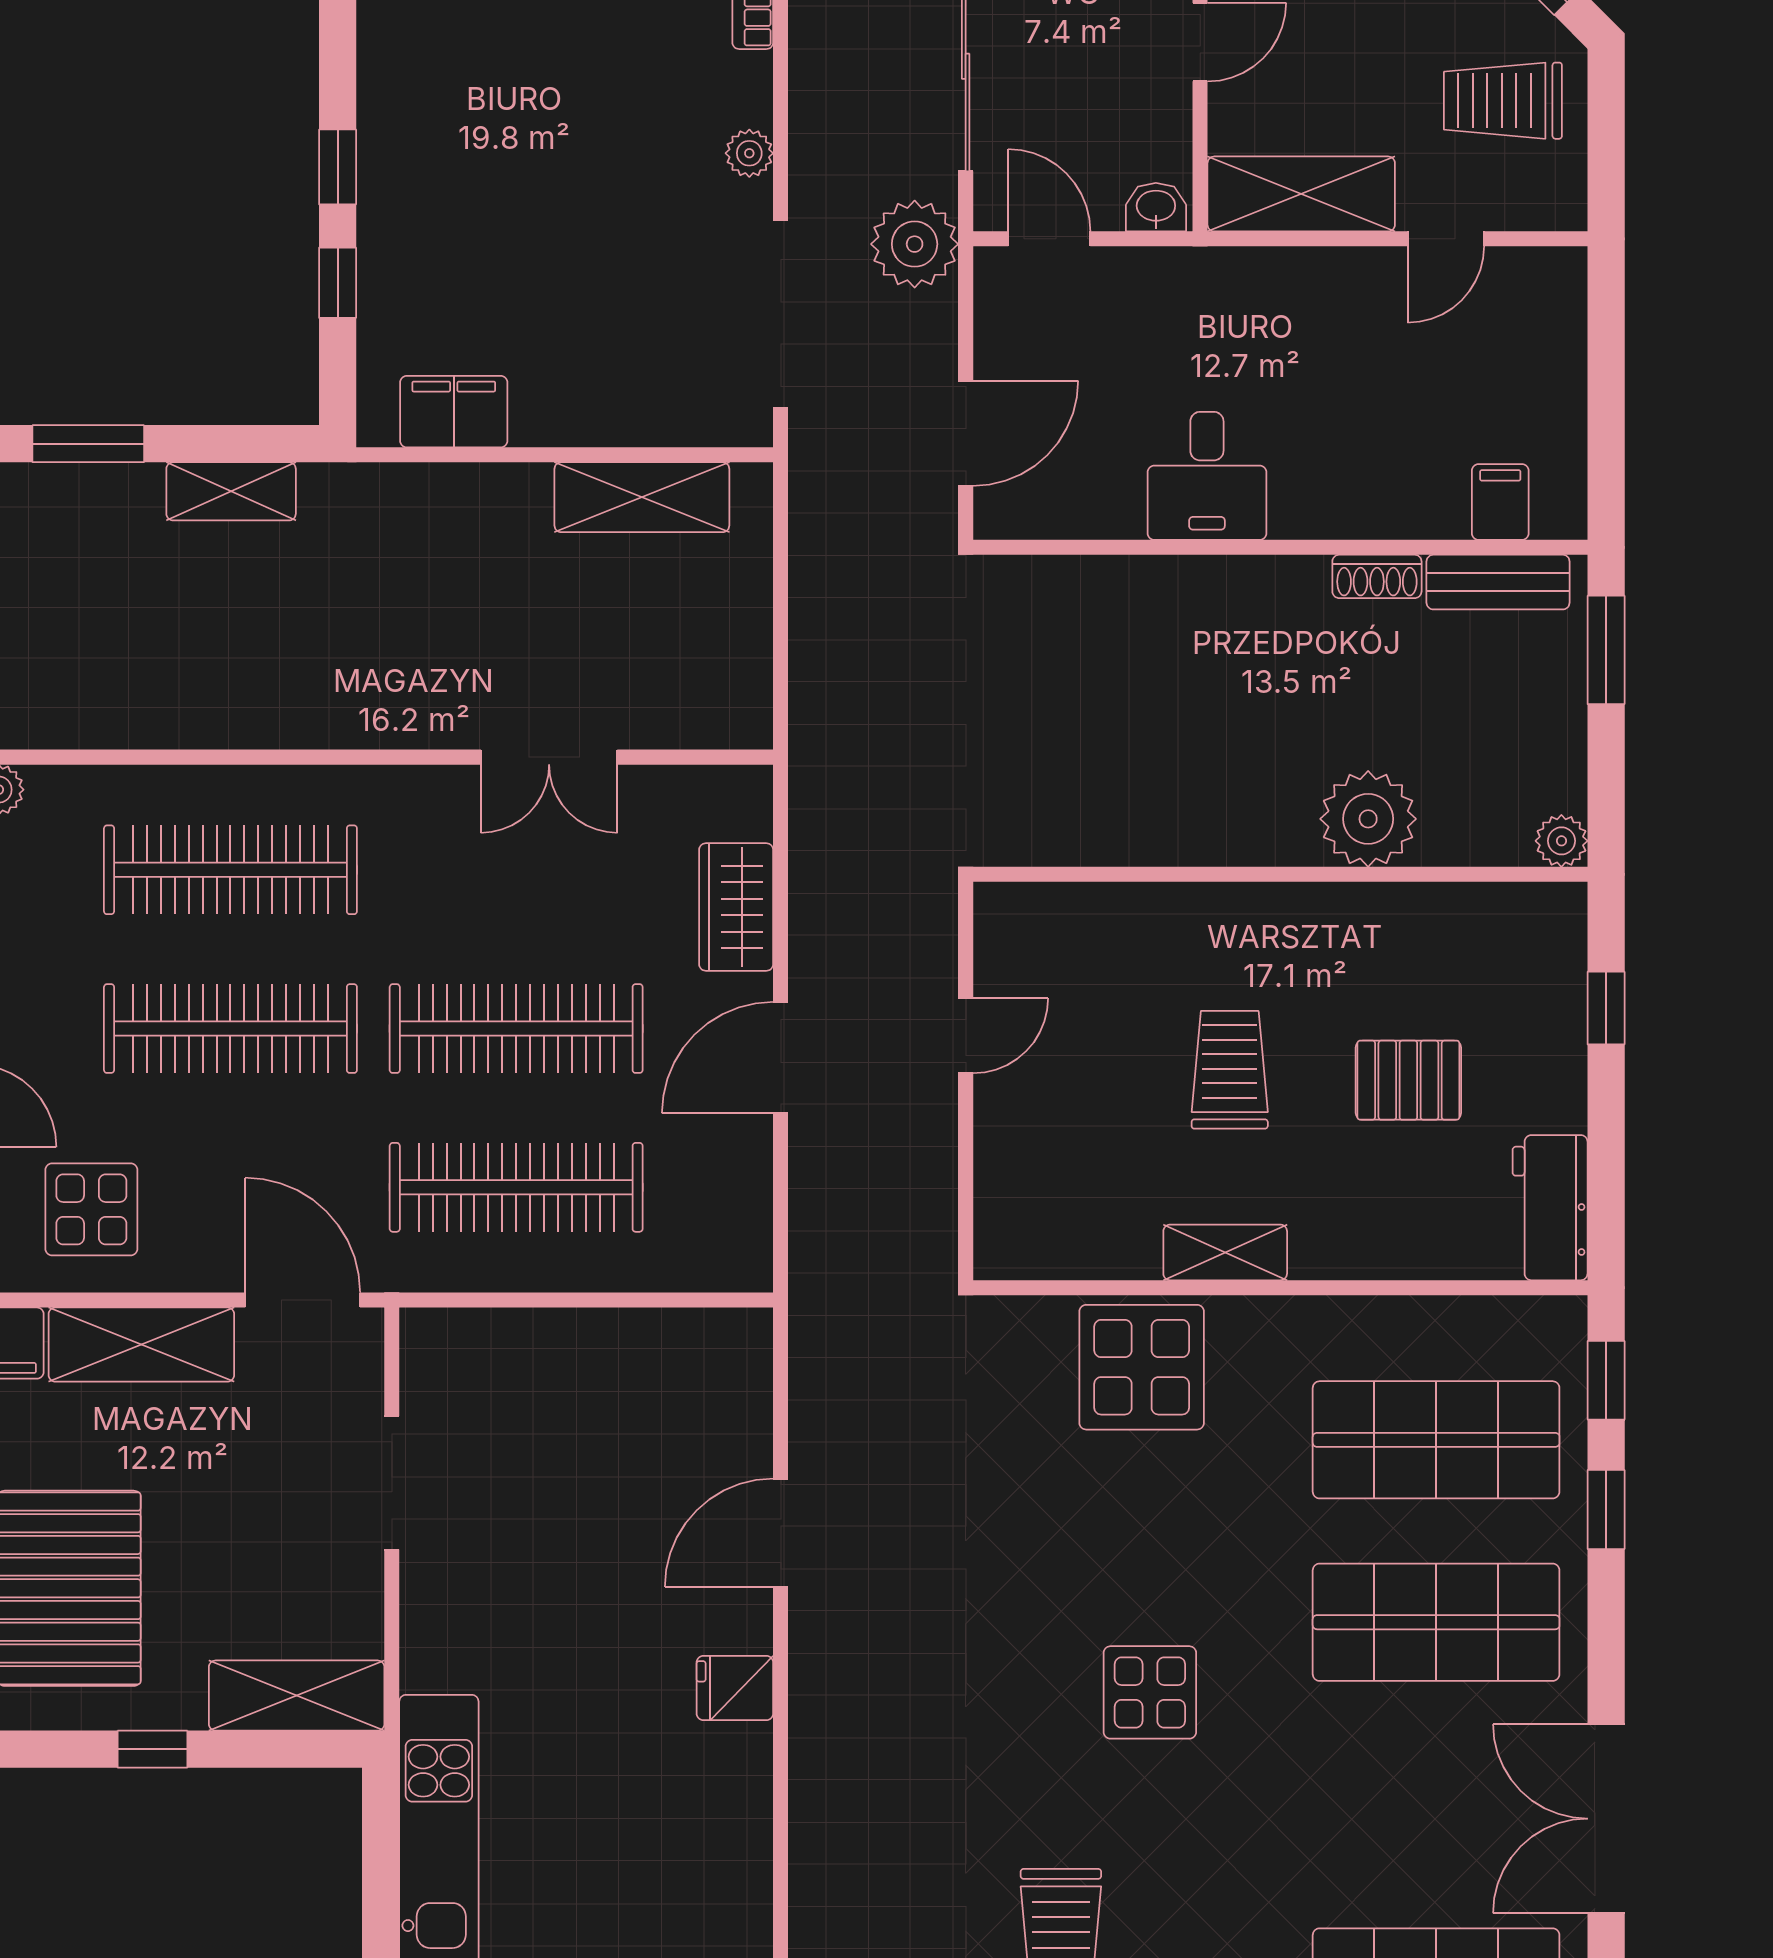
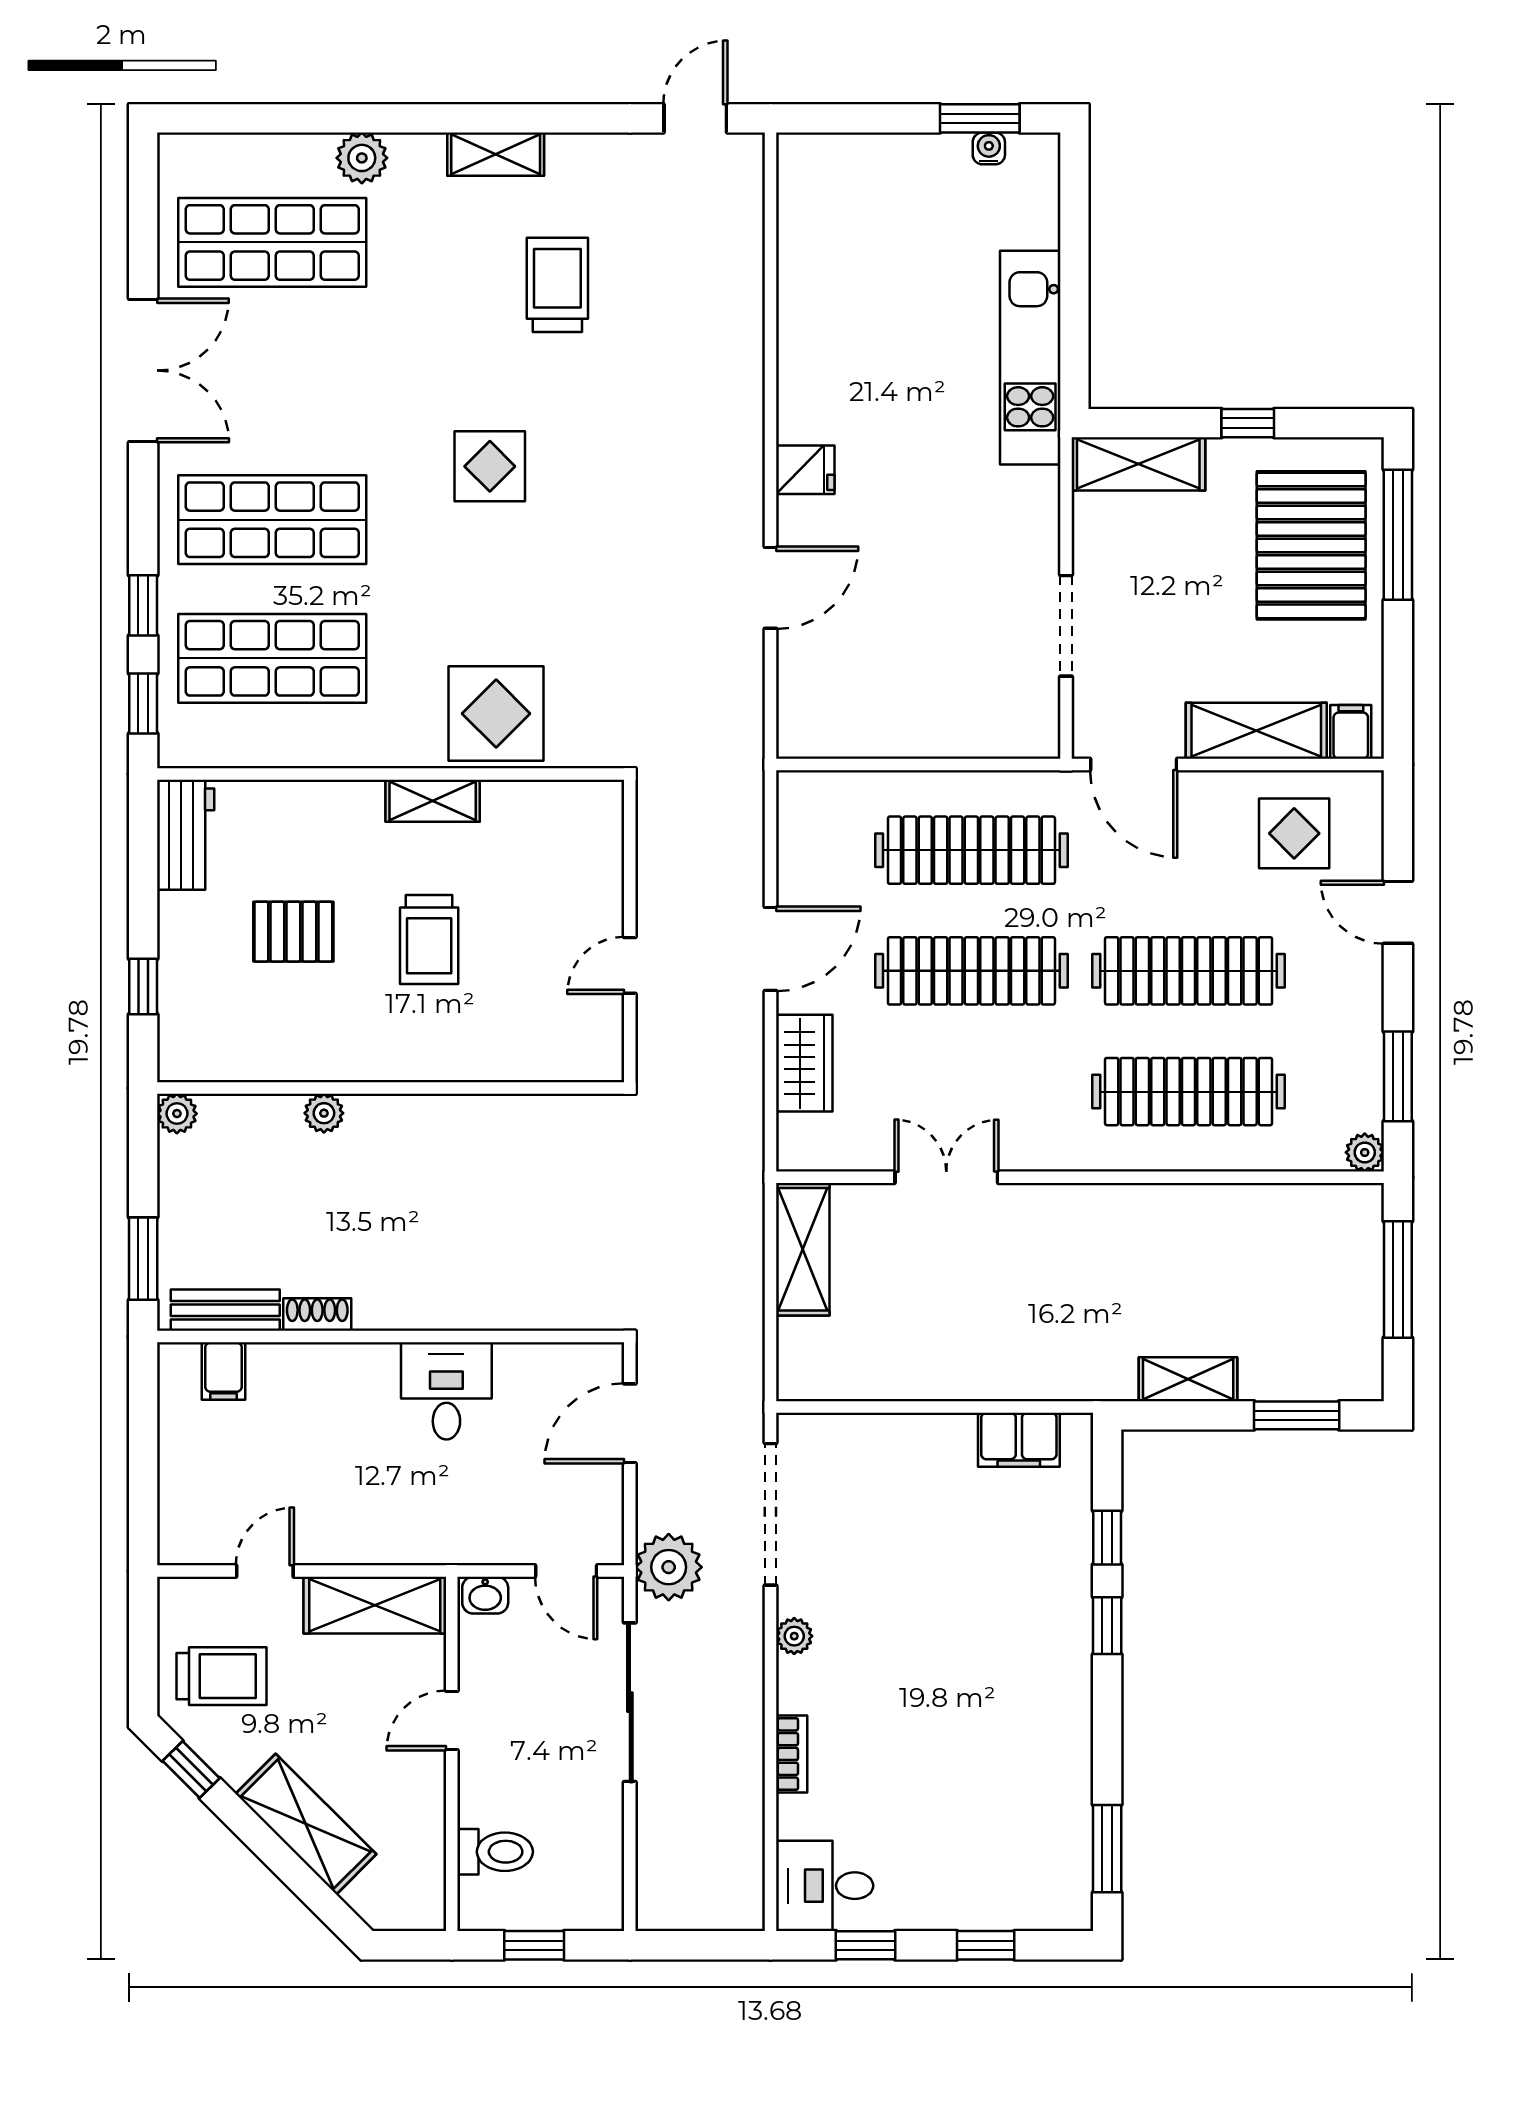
shelving: (642, 497) -> (803, 1249), moved, turned 90
plant: (1368, 819) -> (324, 1113), width x0.53, depth x0.53

